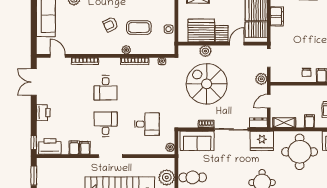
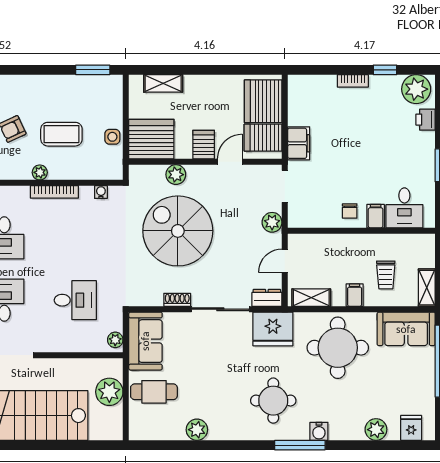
filing cabinet: (277, 16) -> (299, 143), moved
server rack: (201, 30) -> (151, 139), moved
sofa: (197, 141) -> (145, 341), moved, turned -90

